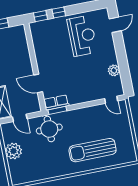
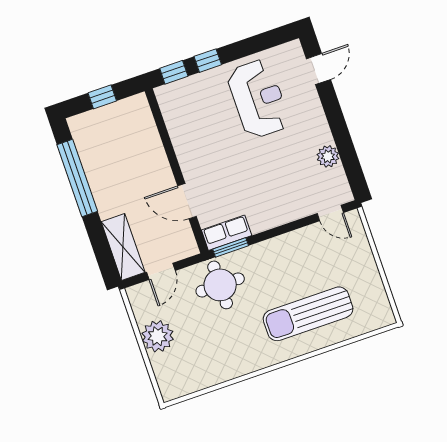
door: (20, 118) -> (161, 271), hinge flipped

